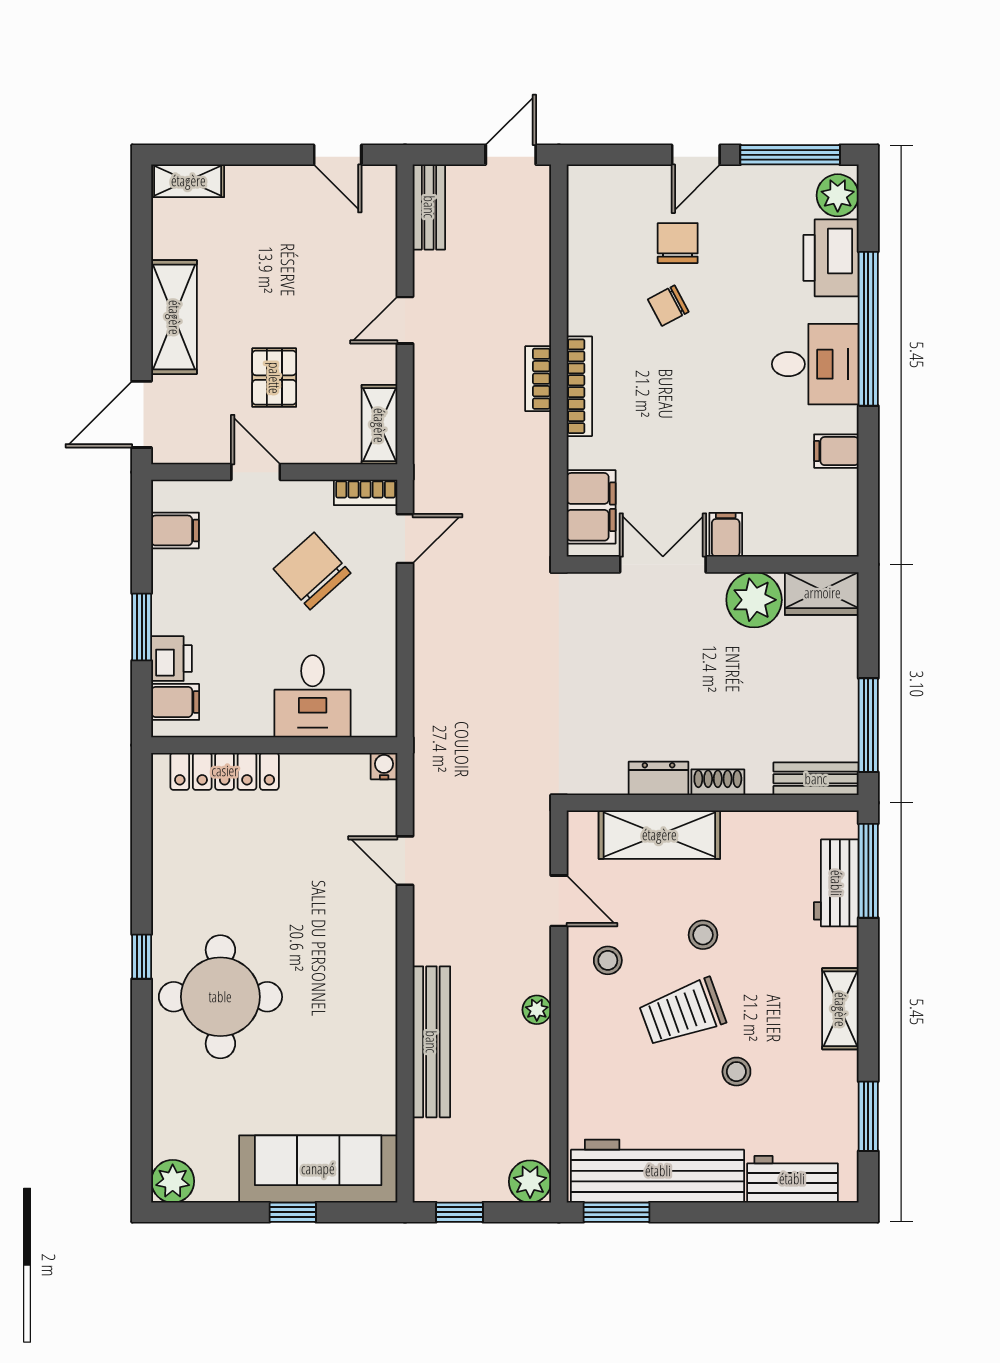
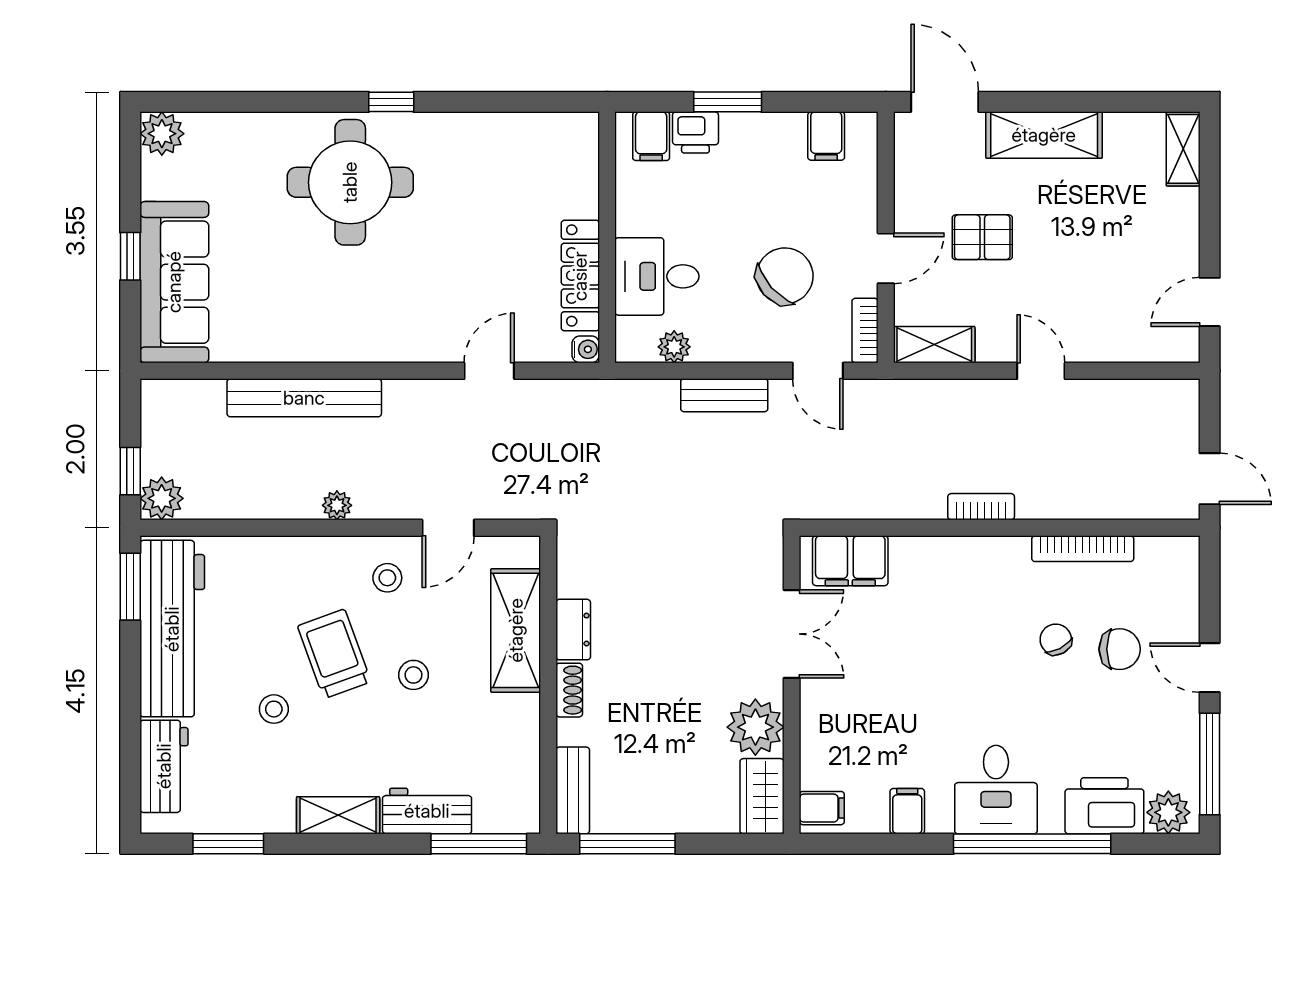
bench: (429, 207) -> (724, 395), moved
bookcase: (579, 386) -> (1083, 549), moved
door: (256, 472) -> (886, 258), moved
filing cabinet: (726, 535) -> (822, 808), moved
plant: (382, 679) -> (674, 347), added
locker: (225, 771) -> (580, 276), moved
workbench: (836, 883) -> (427, 811), moved
window: (460, 1212) -> (130, 471), moved

